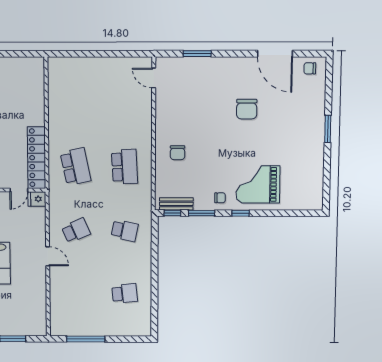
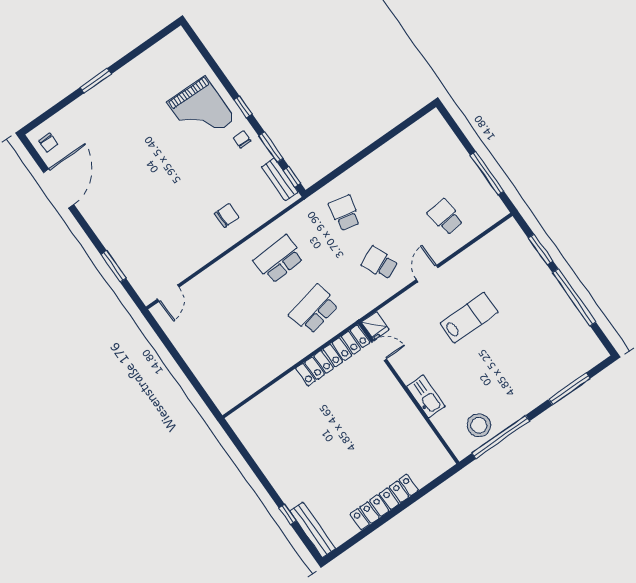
chair: (247, 109) -> (133, 177), removed
school desk: (125, 293) -> (445, 217), moved

